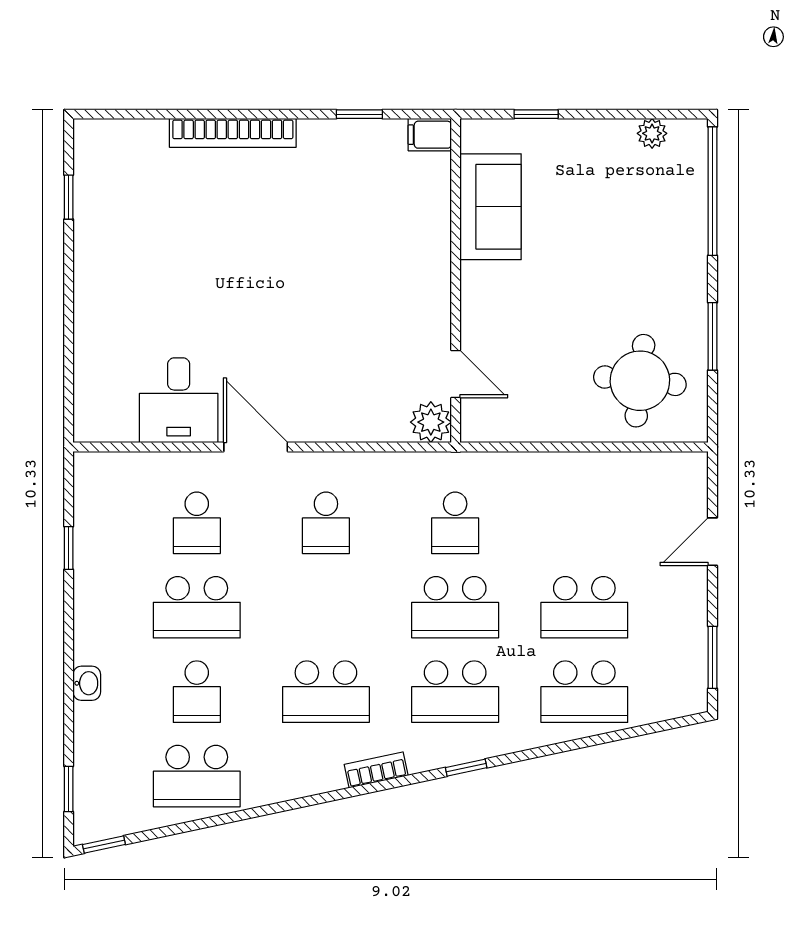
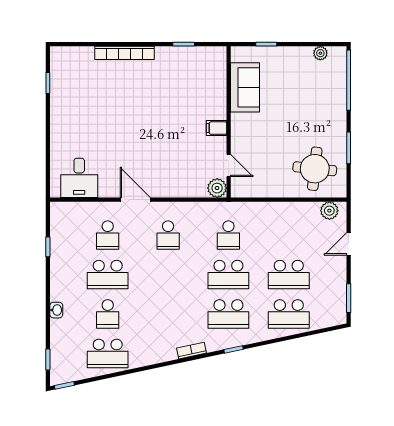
filing cabinet: (430, 135) -> (217, 128), moved
desk: (179, 400) -> (79, 178), moved
plant: (671, 470) -> (329, 211), added
school desk: (326, 692) -> (168, 314), removed

